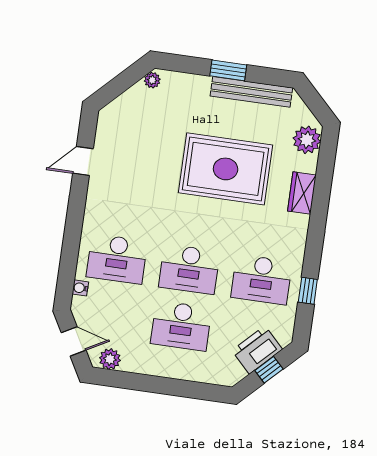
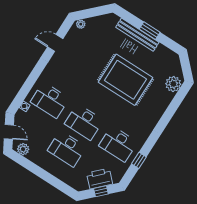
plant: (152, 80) -> (81, 24), moved
bench: (251, 92) -> (137, 35), moved
wardrobe: (302, 193) -> (158, 110), removed

